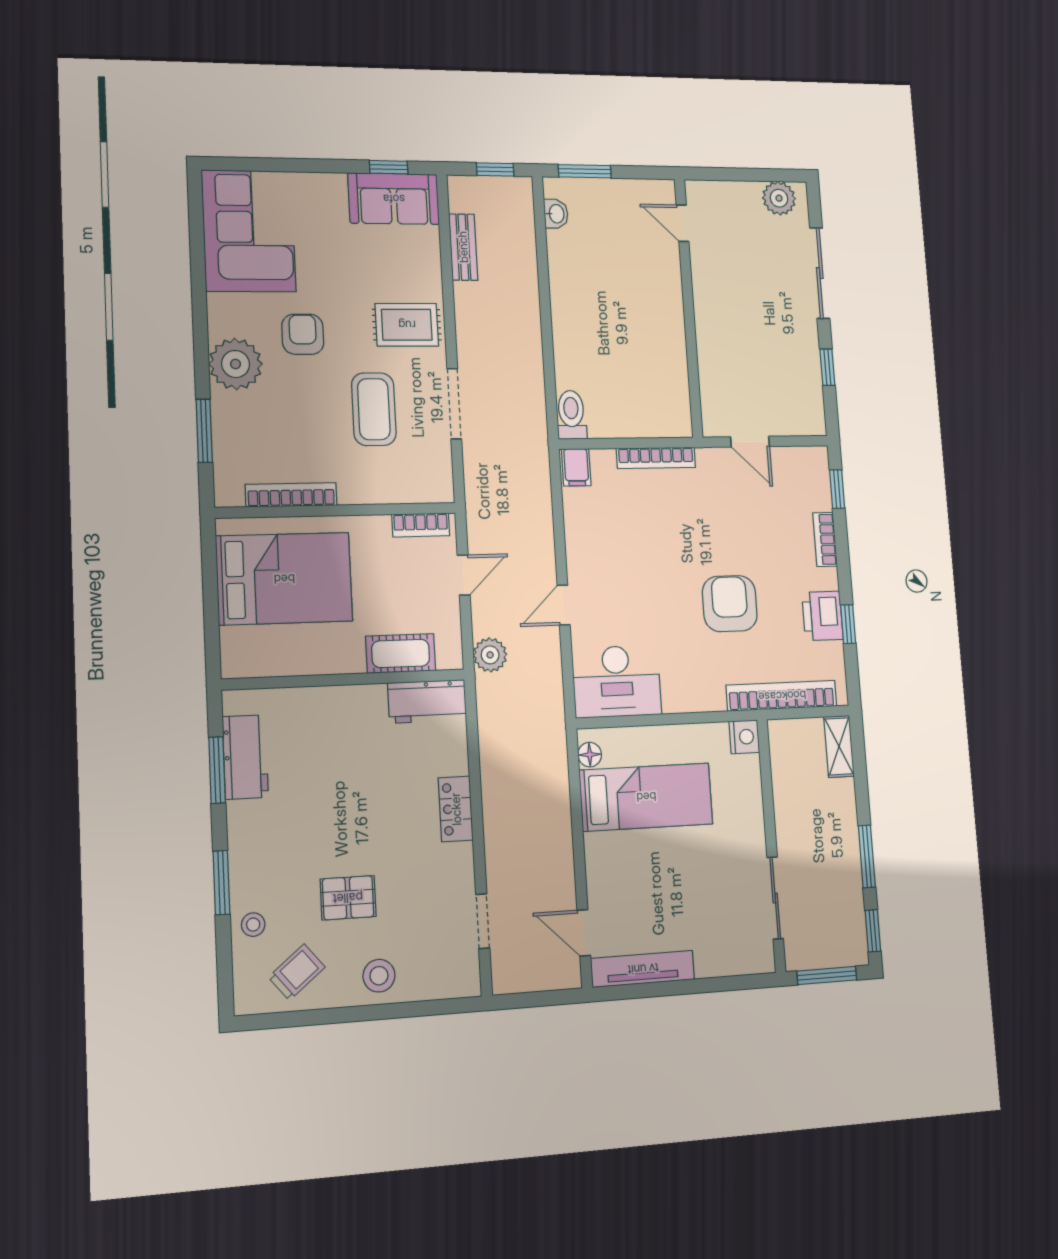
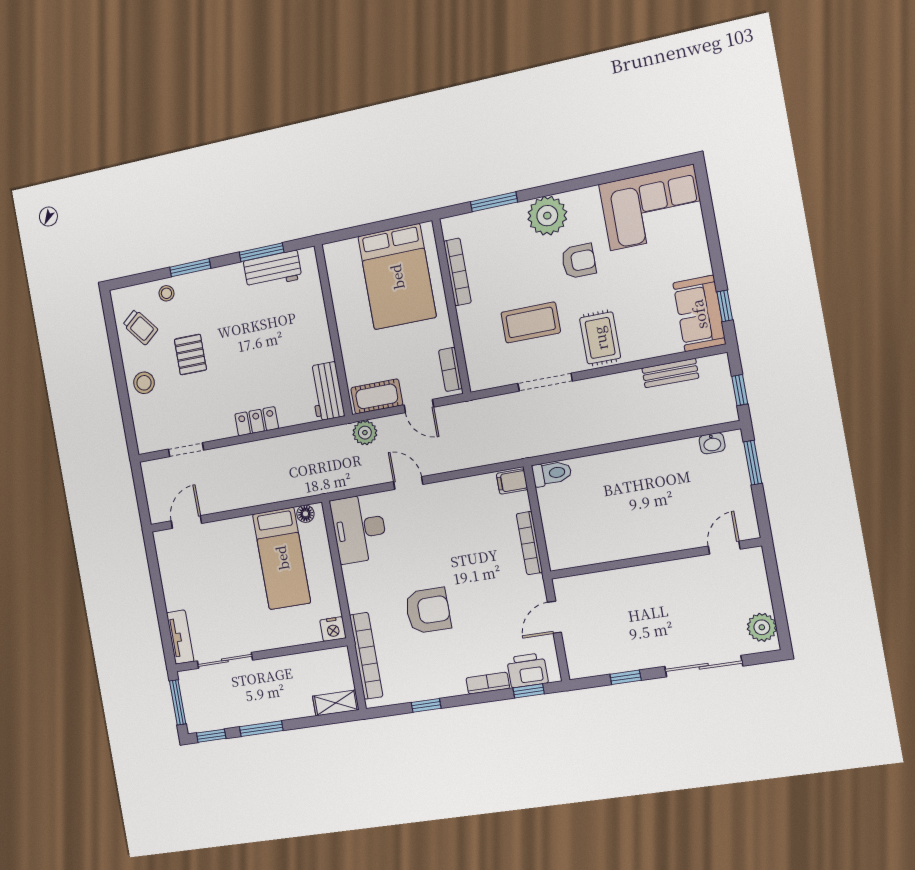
printer: (823, 616) -> (527, 670), moved
cot: (401, 653) -> (377, 396), moved, turned 90
tv unit: (643, 969) -> (180, 637), moved, width x0.71

